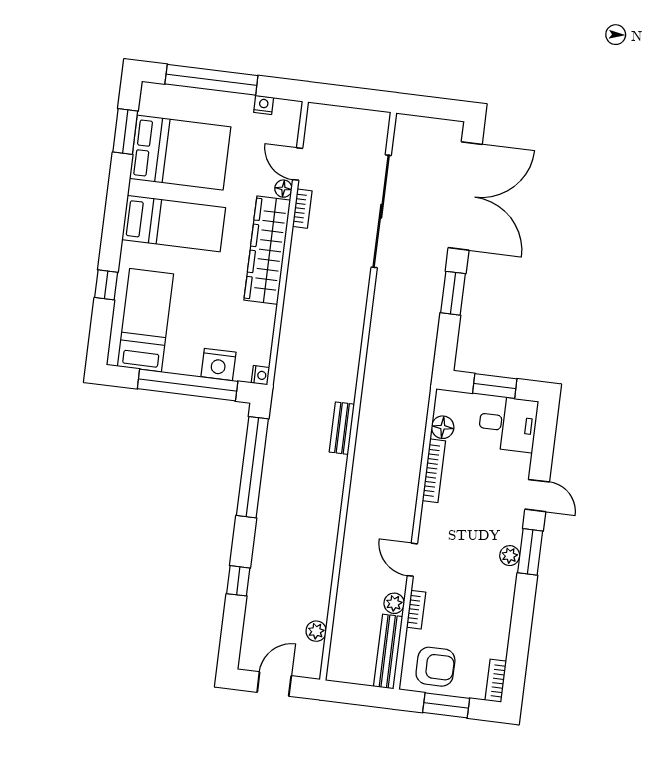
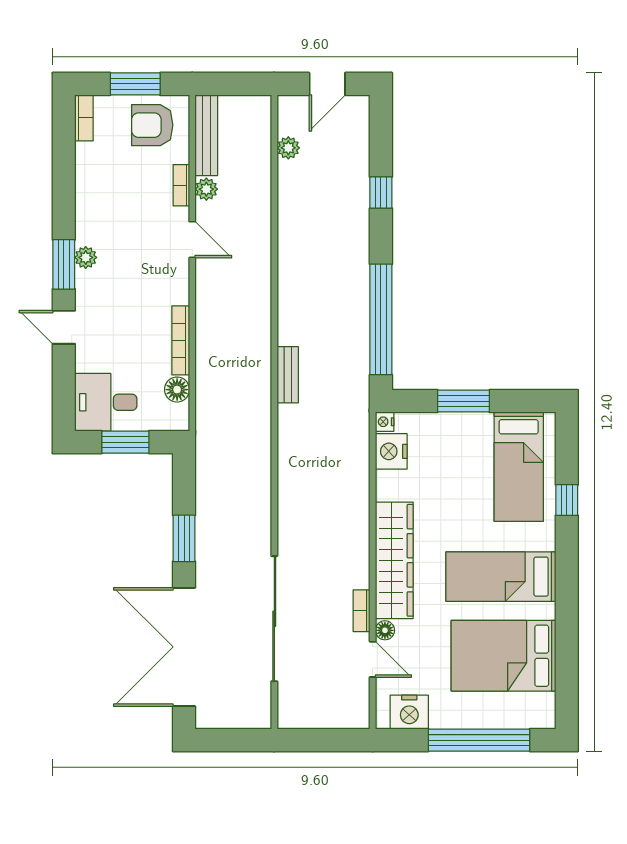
nightstand: (264, 105) -> (409, 712), width x1.89, depth x1.79
window: (125, 131) -> (567, 671), removed
nightstand: (218, 364) -> (391, 451), moved, turned -90
window: (188, 385) -> (464, 401), width x0.47

